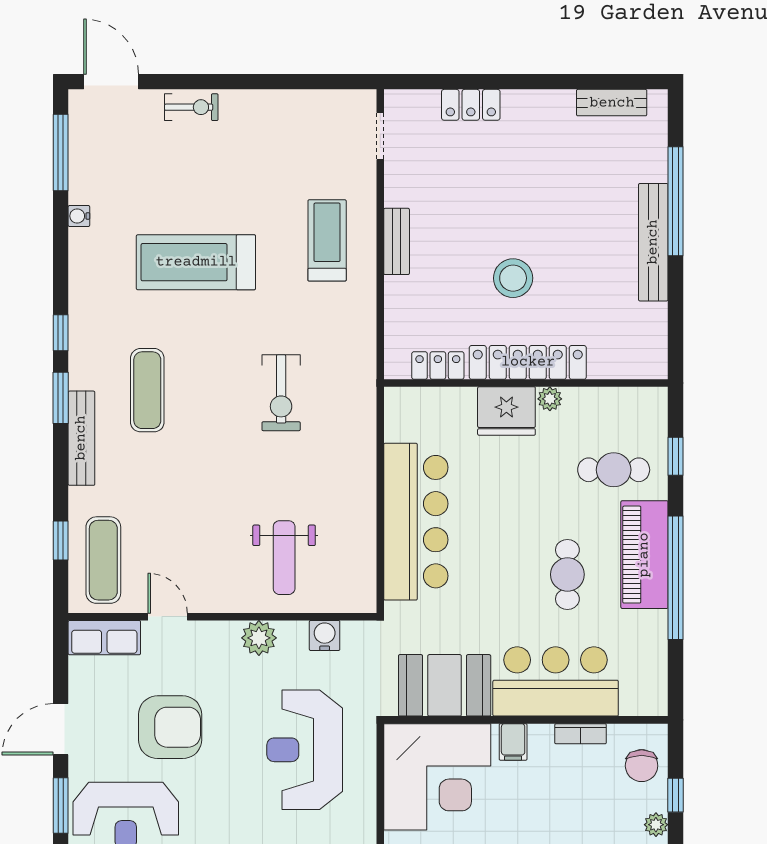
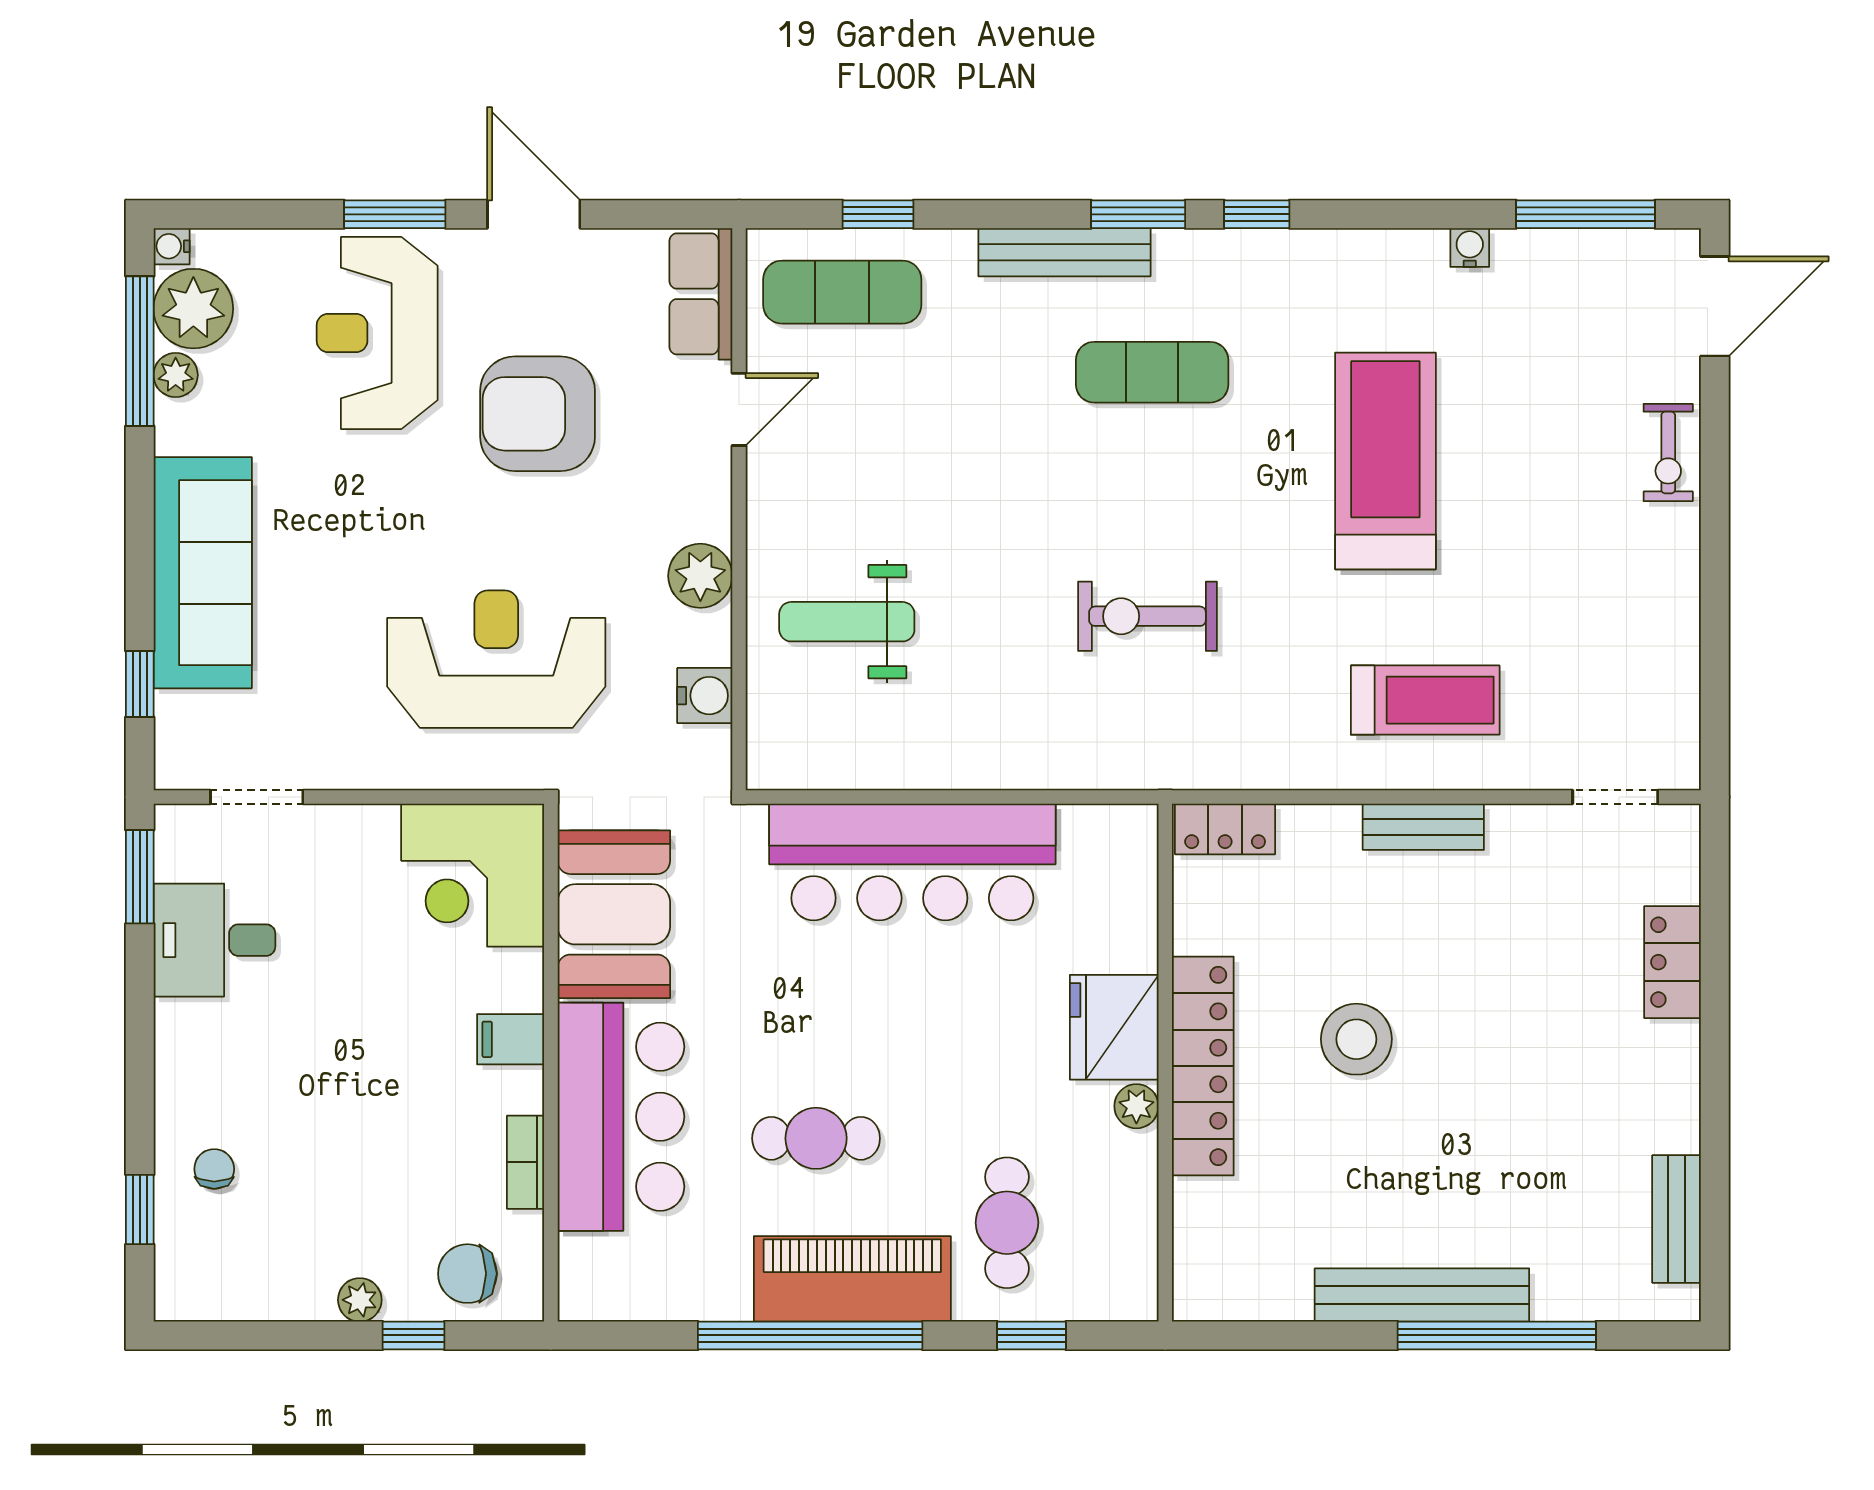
locker: (438, 365) -> (1225, 829), moved, turned 90
armchair: (170, 727) -> (538, 414), turned 90
corner desk: (437, 777) -> (473, 875), width x0.74, depth x0.74

